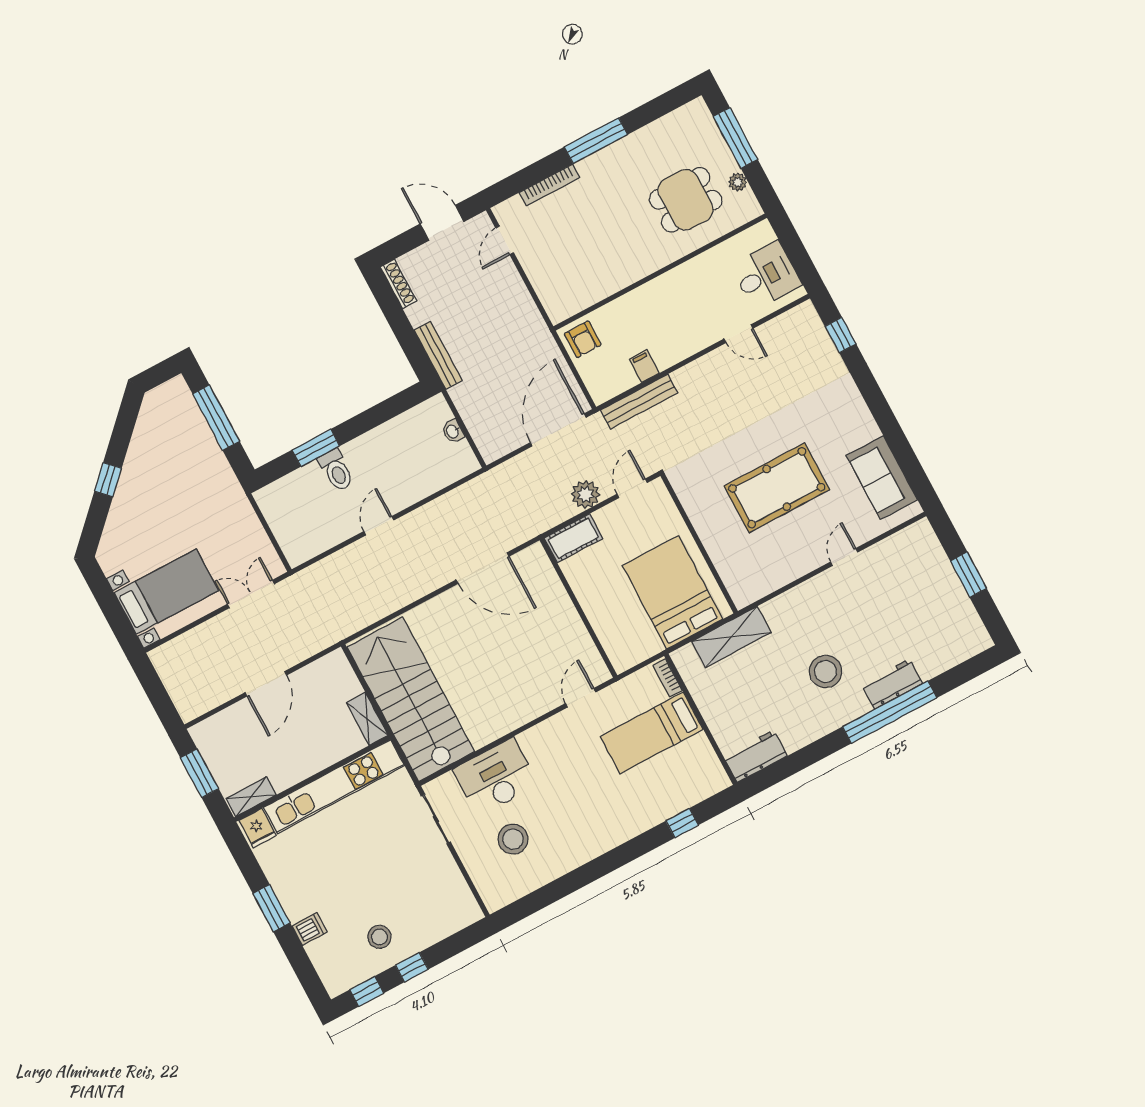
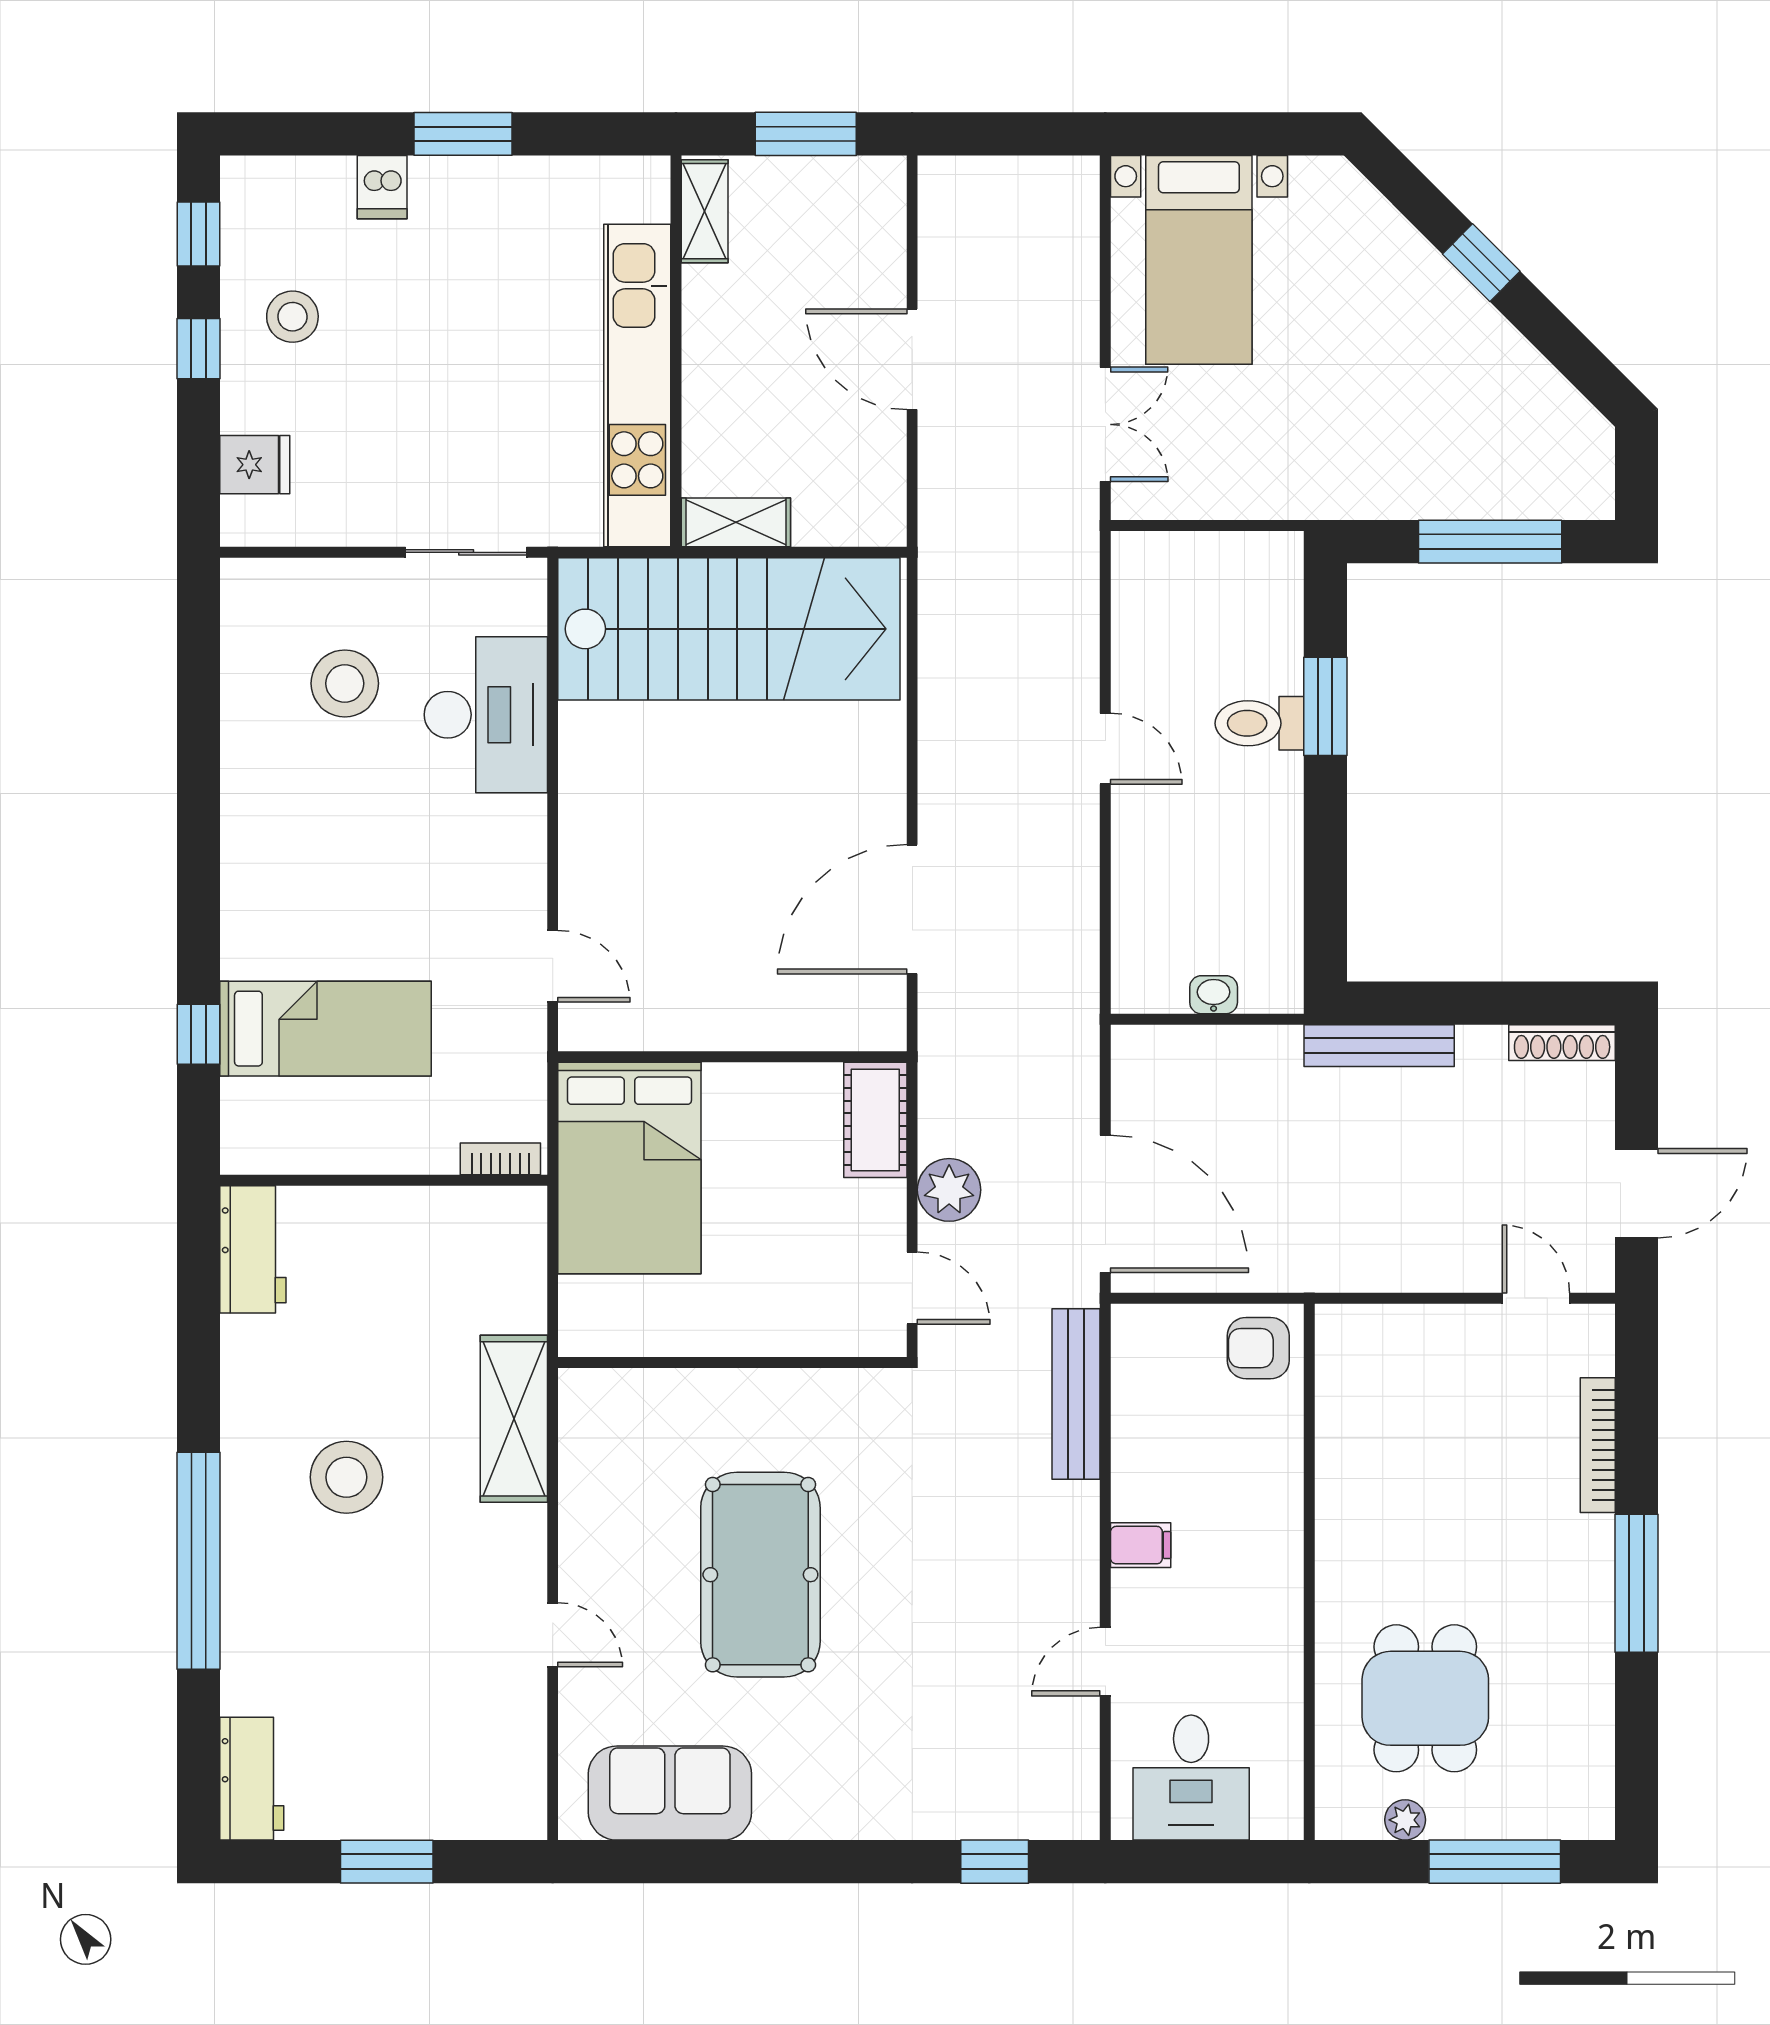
filing cabinet: (644, 366) -> (1141, 1545), moved
bed: (673, 592) -> (629, 1168), moved, turned 90
shelving: (731, 637) -> (514, 1419), moved
workbench: (892, 684) -> (252, 1779), moved
bed: (652, 733) -> (326, 1029), moved, turned 90
fridge: (258, 828) -> (255, 465), moved, turned 180

